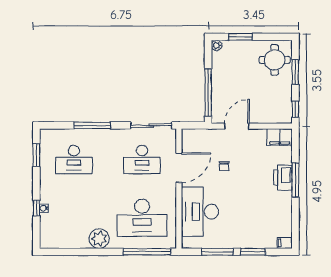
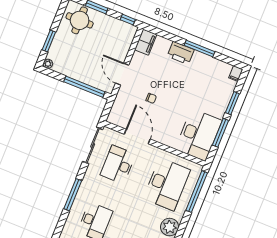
desk: (142, 159) -> (118, 165), turned 180
window: (295, 180) -> (199, 49), moved
desk: (200, 212) -> (198, 135), moved, turned -90

